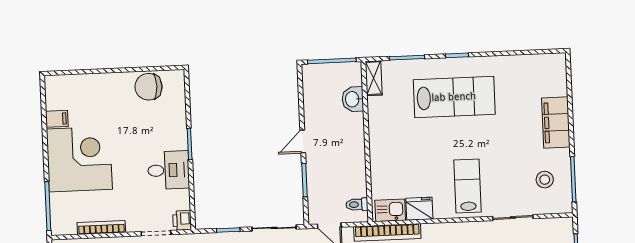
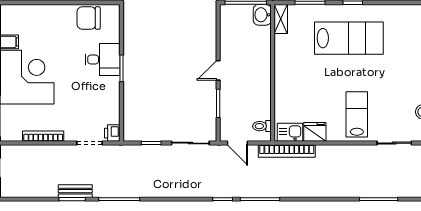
washbasin: (353, 99) -> (262, 15), moved
desk: (168, 170) -> (103, 60), moved

